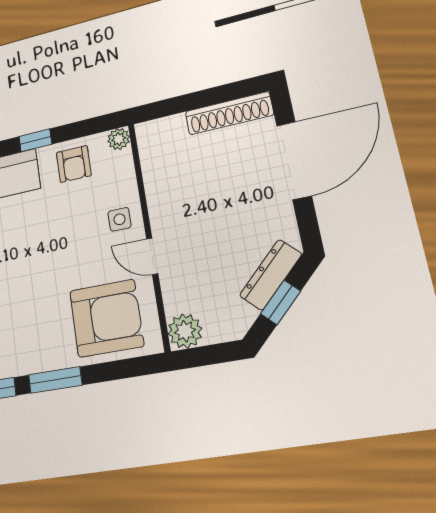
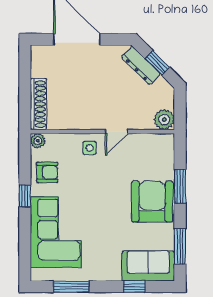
shoe rack: (229, 113) -> (38, 104), moved
armchair: (106, 318) -> (152, 201), moved
window: (55, 380) -> (180, 186), moved

